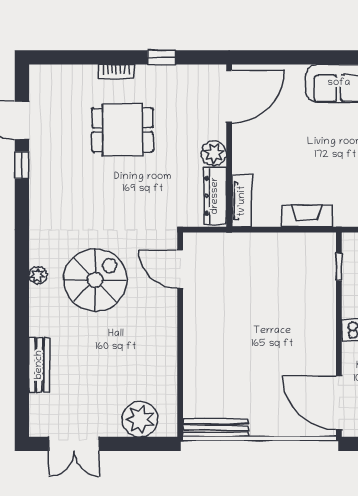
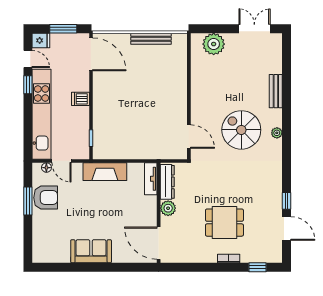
window: (161, 57) -> (258, 267), moved
door: (229, 97) -> (159, 243), hinge flipped
fireplace: (307, 216) -> (105, 172), width x1.37, depth x1.32
spiral stairs: (95, 280) -> (241, 130), turned 90
bench: (39, 365) -> (276, 91), moved
bench: (216, 428) -> (151, 39), moved

